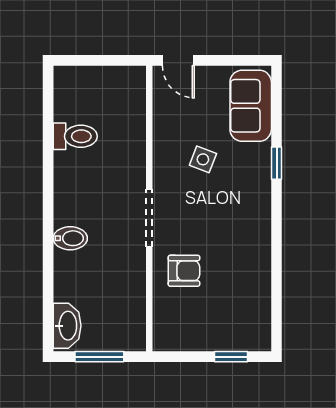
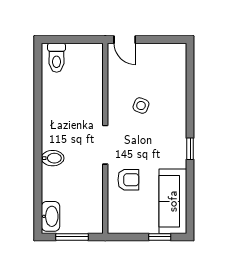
sofa: (251, 106) -> (173, 201), moved, width x1.36
toilet: (75, 136) -> (57, 58), moved, turned 90
window: (277, 163) -> (190, 149), moved

